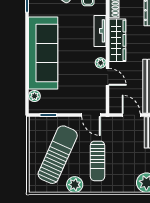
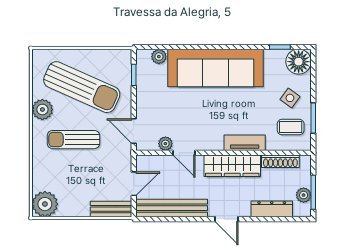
plant: (101, 63) -> (165, 144), moved
door: (108, 77) -> (184, 153), hinge flipped
door: (91, 115) -> (134, 131), hinge flipped

